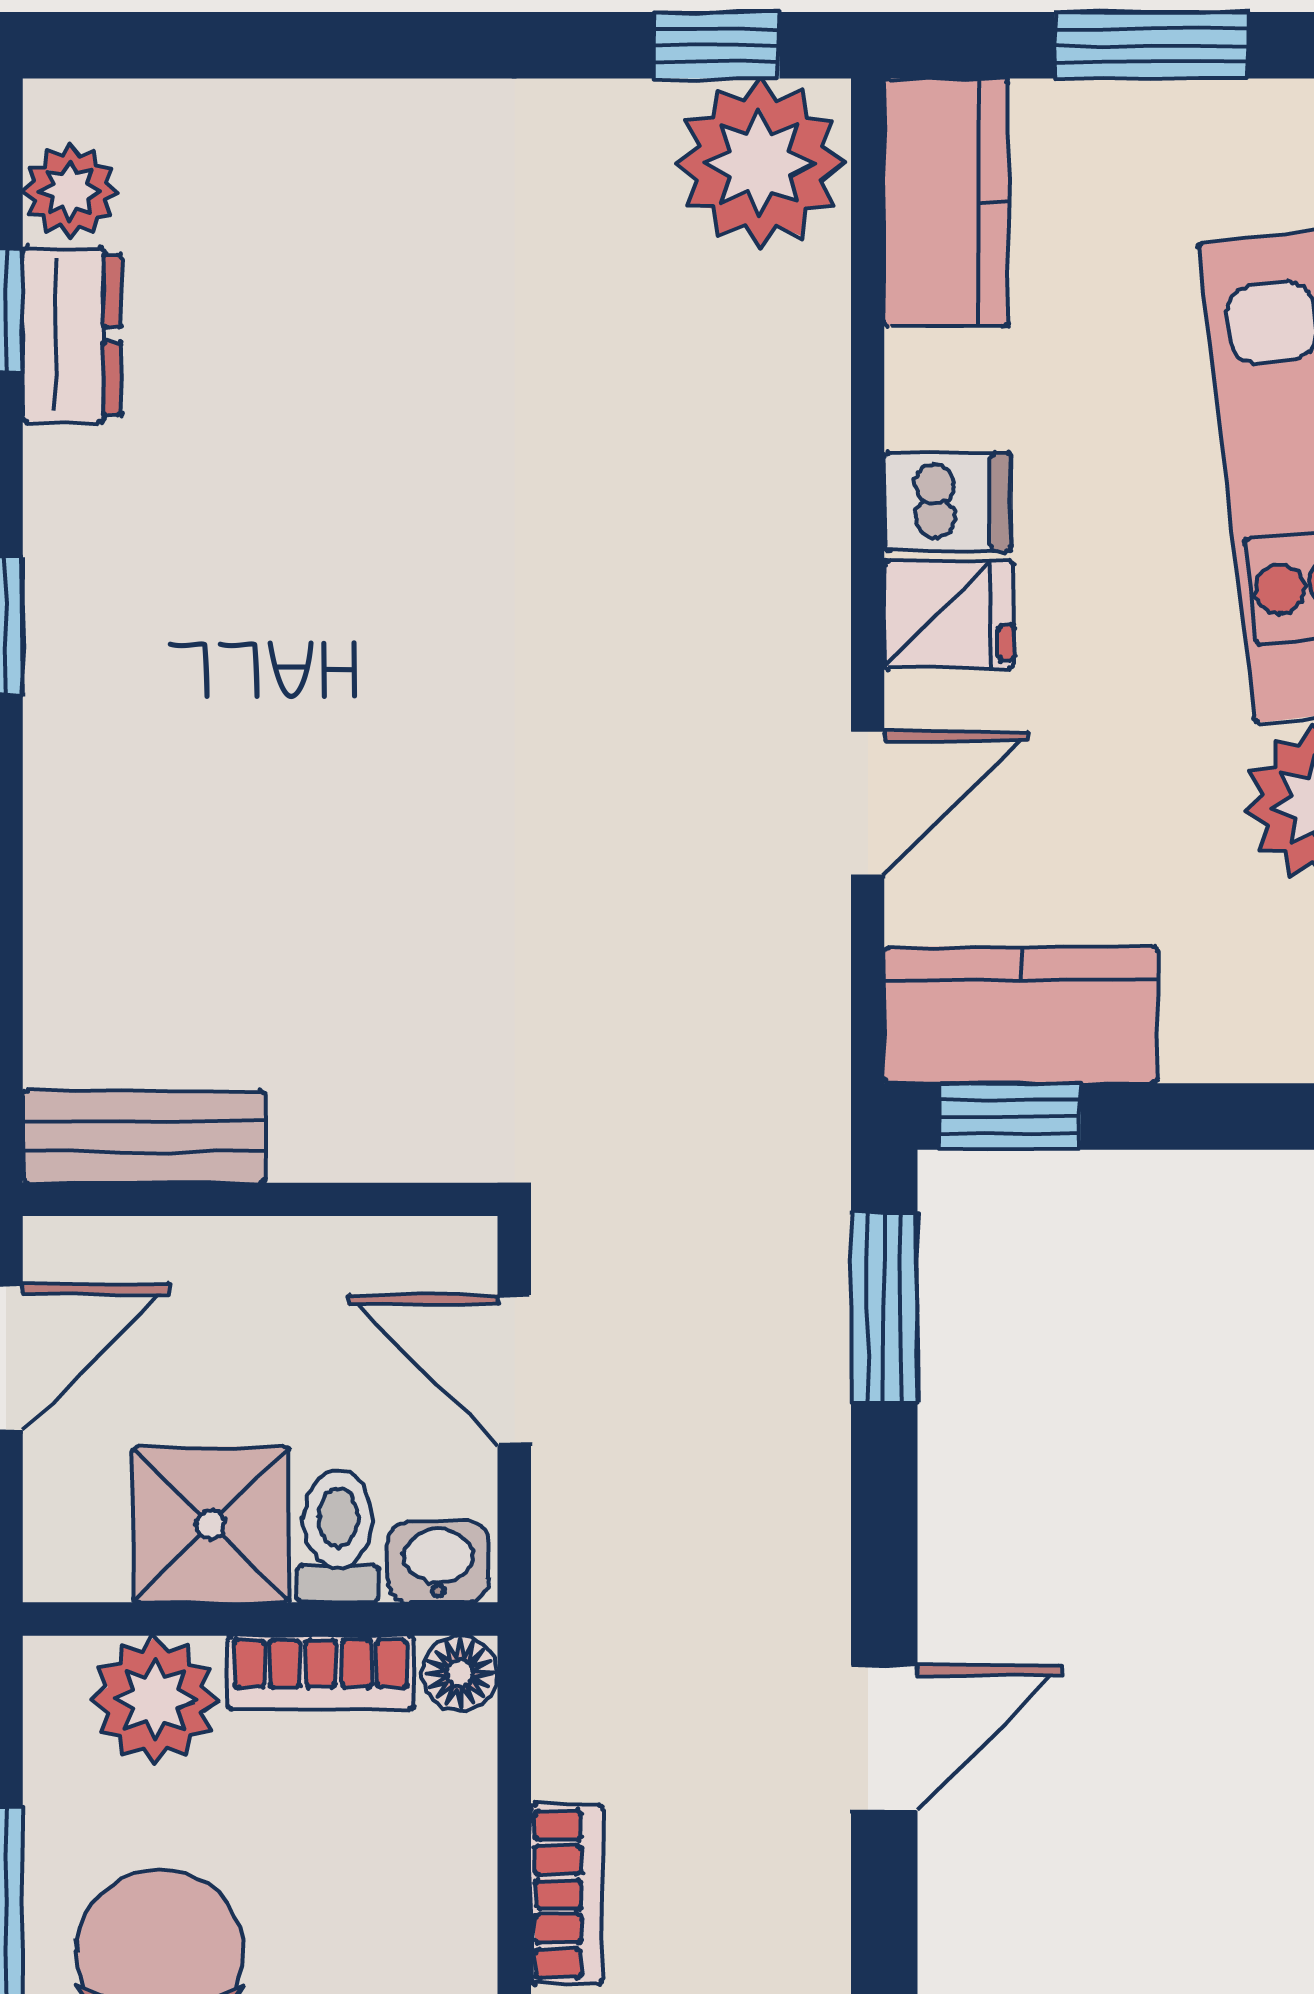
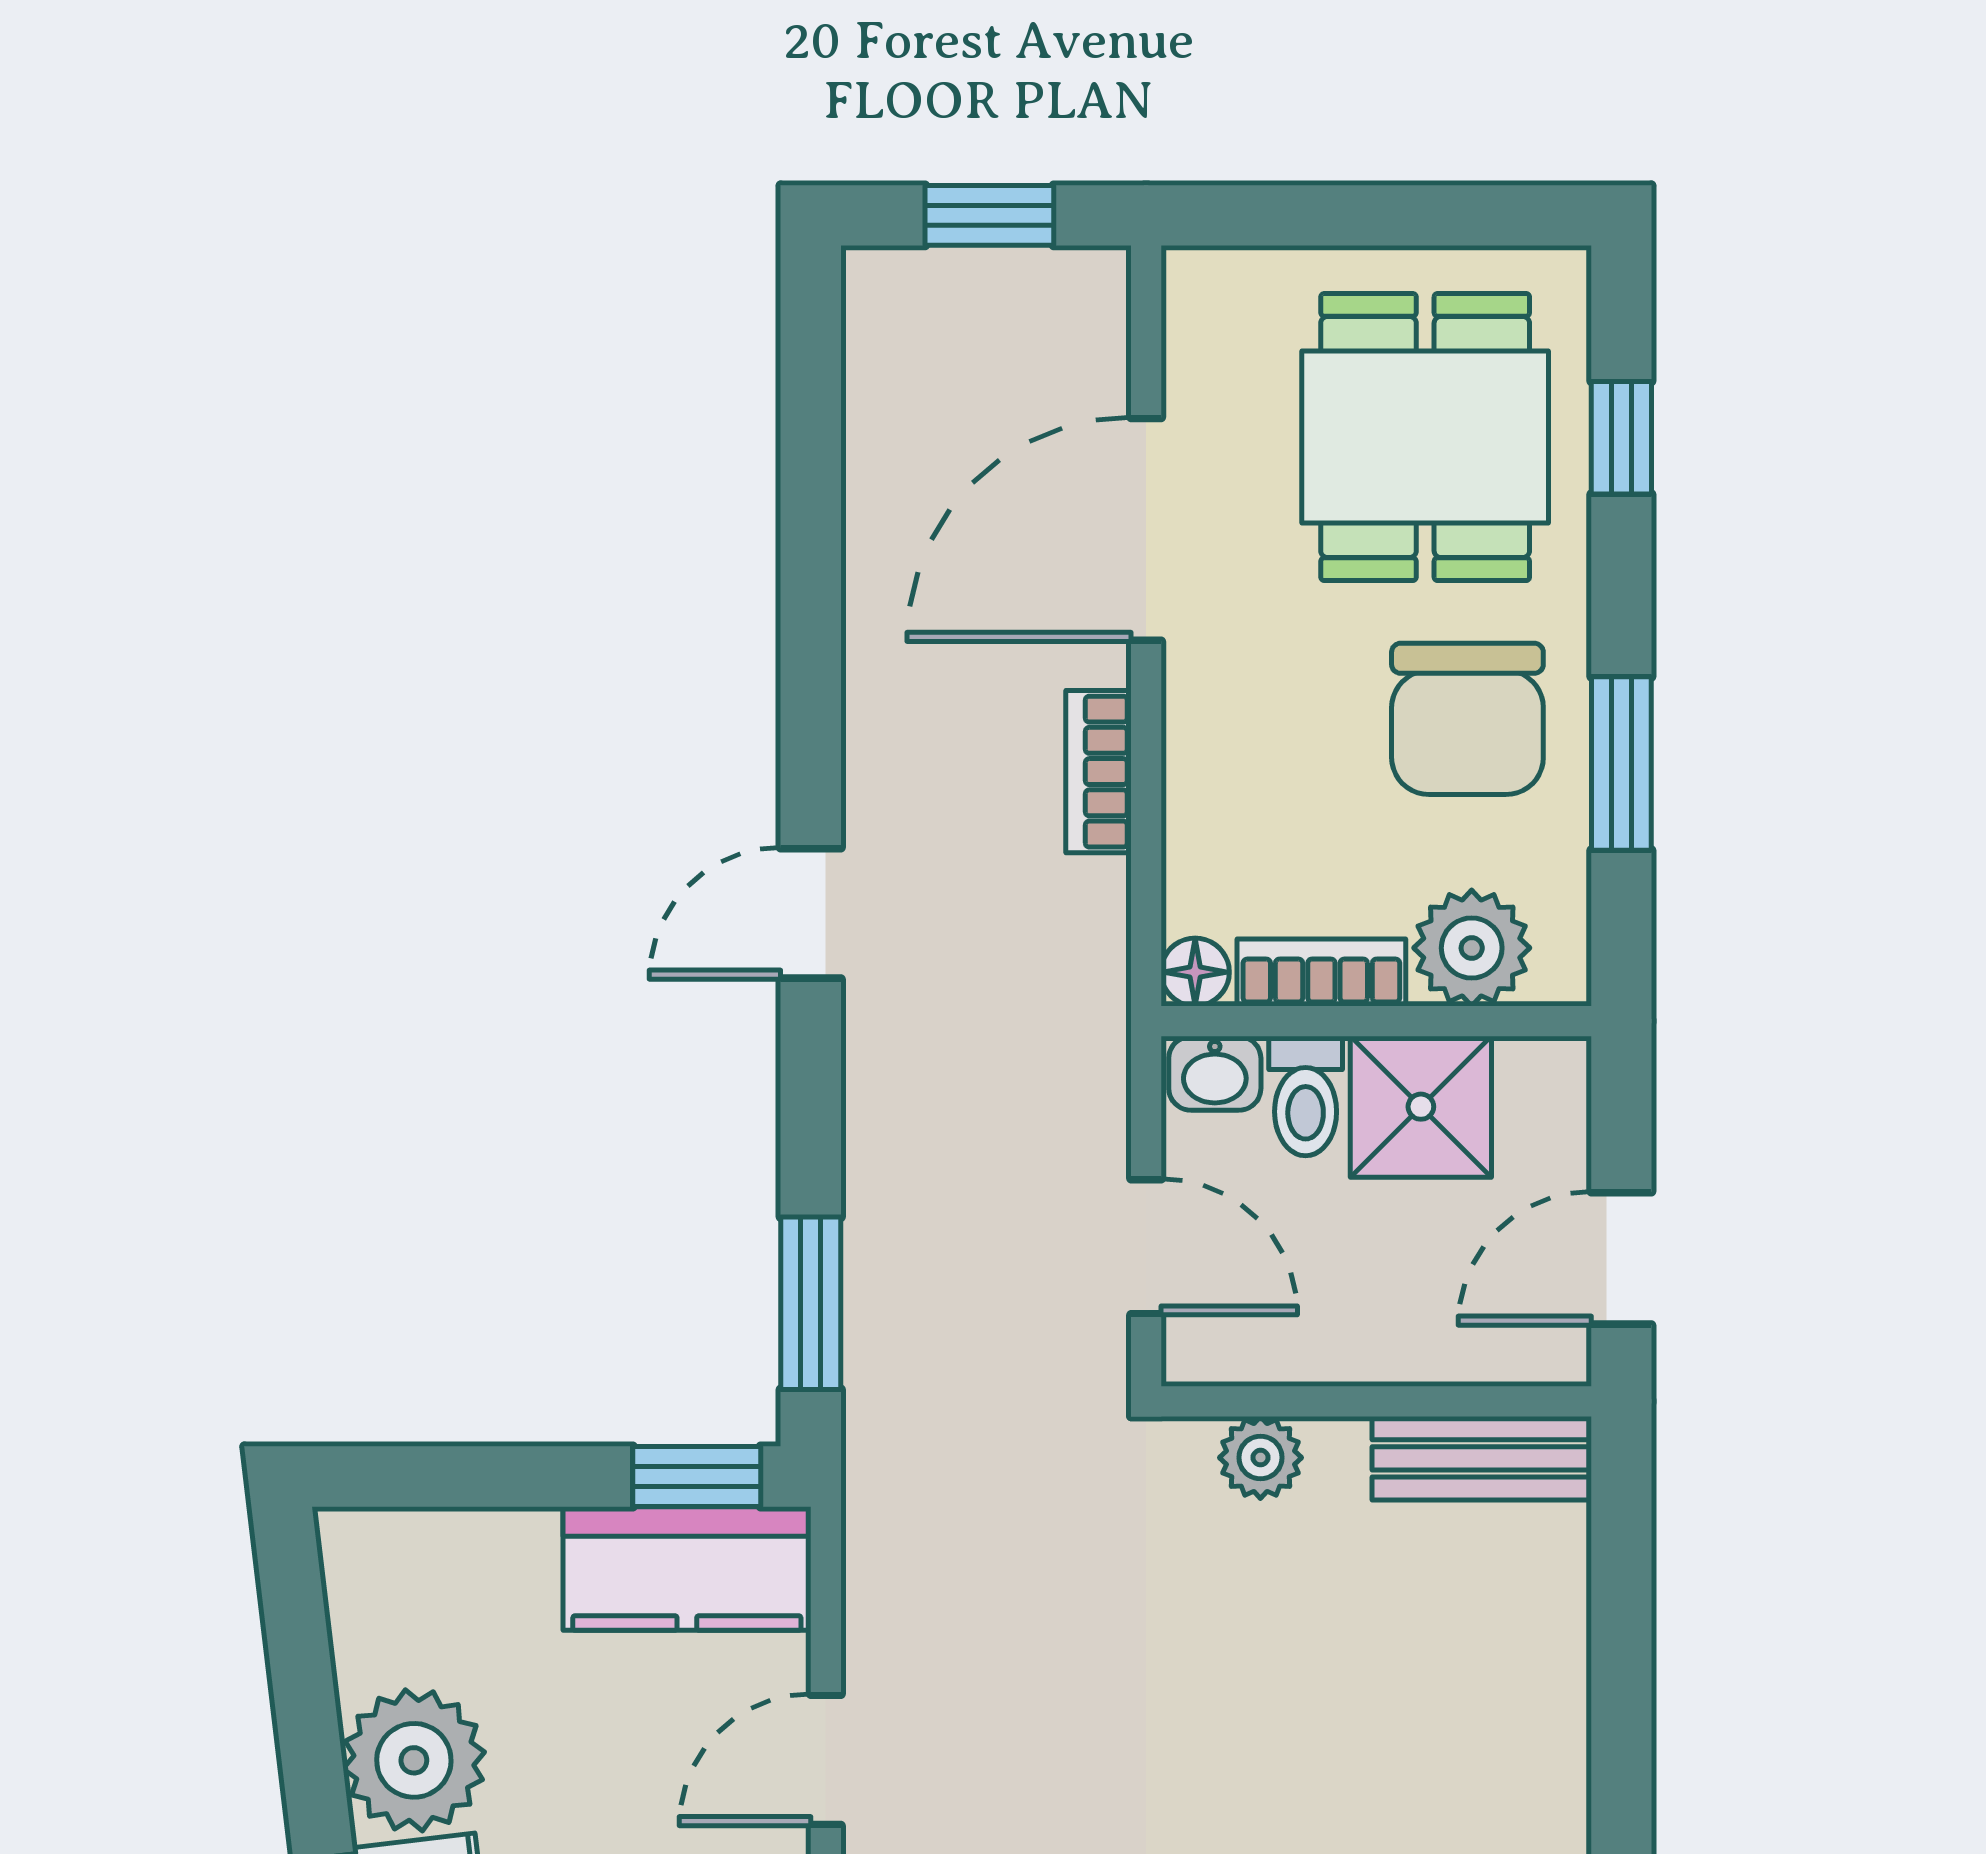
plant: (388, 1137) -> (1260, 1458), added

